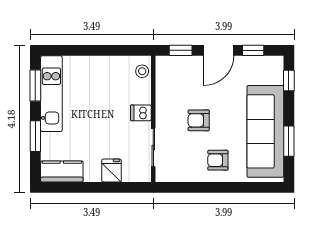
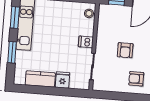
armchair: (199, 120) -> (125, 50), turned -90
kitchen counter: (62, 171) -> (40, 79), moved

